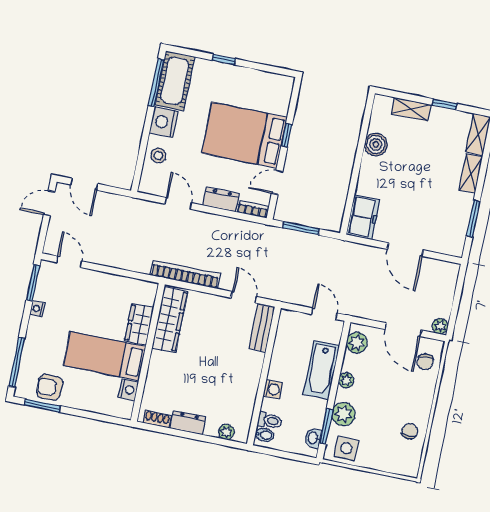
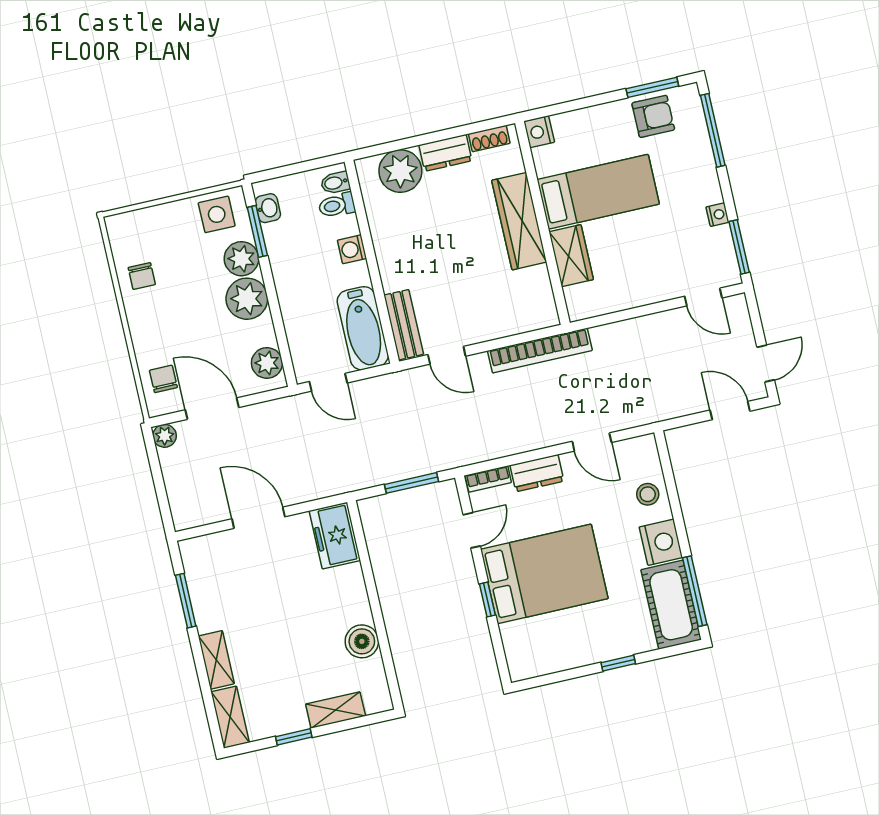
wardrobe: (170, 320) -> (519, 221), moved
bathtub: (321, 370) -> (363, 328), moved, turned 180
plant: (346, 380) -> (247, 299), width x1.87, depth x1.87
nightstand: (128, 390) -> (539, 132), moved
plant: (226, 432) -> (400, 171), width x1.88, depth x1.88

